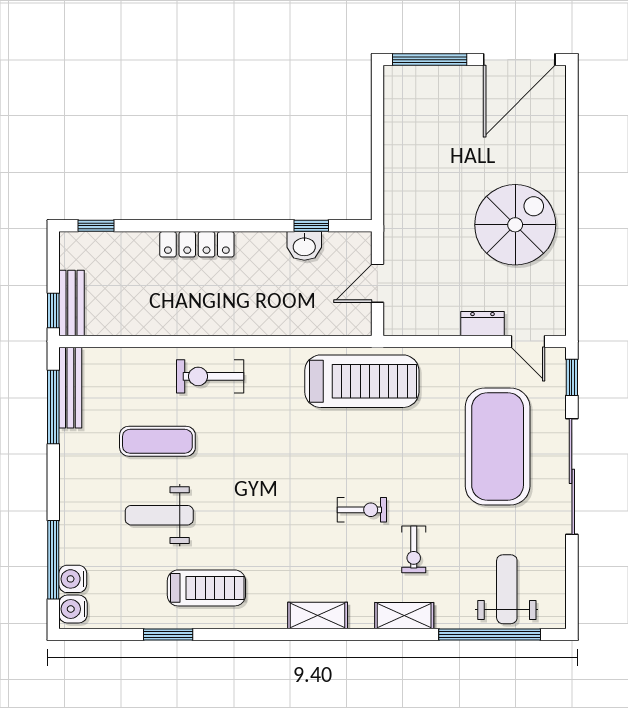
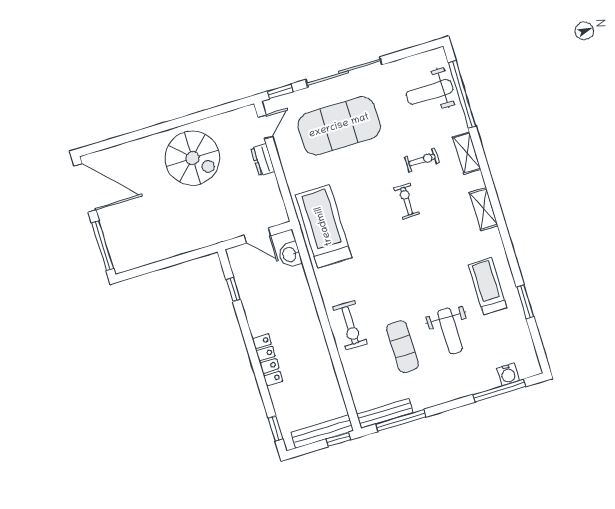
spiral stairs: (515, 225) -> (193, 158), turned 180
washbasin: (304, 246) -> (290, 255), moved, turned 180
bench: (72, 303) -> (322, 432), width x1.36
water cooler: (73, 609) -> (527, 368), removed

